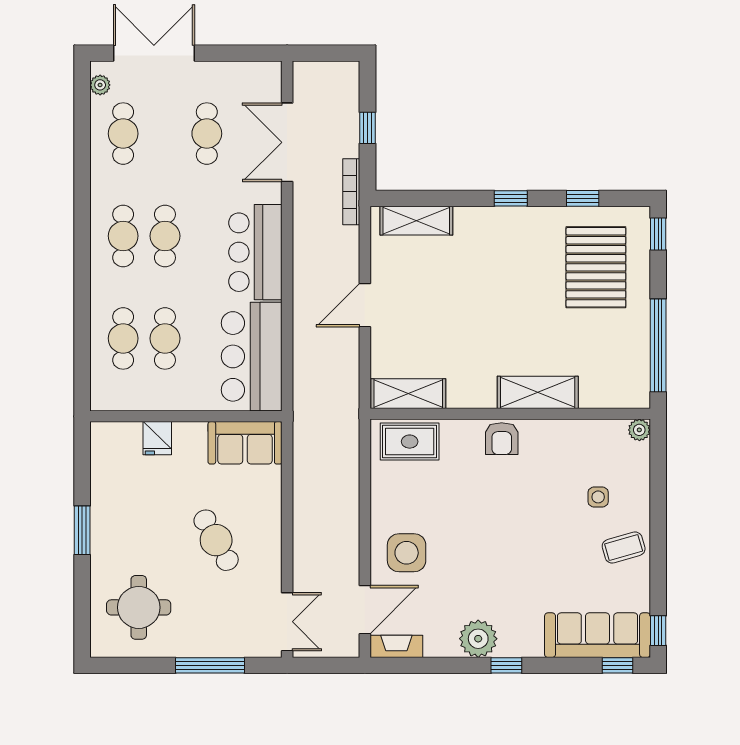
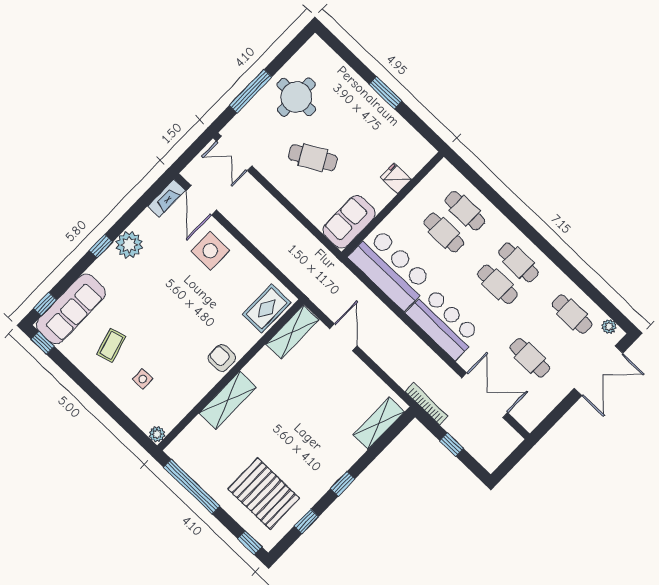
door: (365, 305) -> (343, 337), moved
coffee table: (624, 548) -> (111, 345), moved
round table: (139, 607) -> (296, 97), moved

